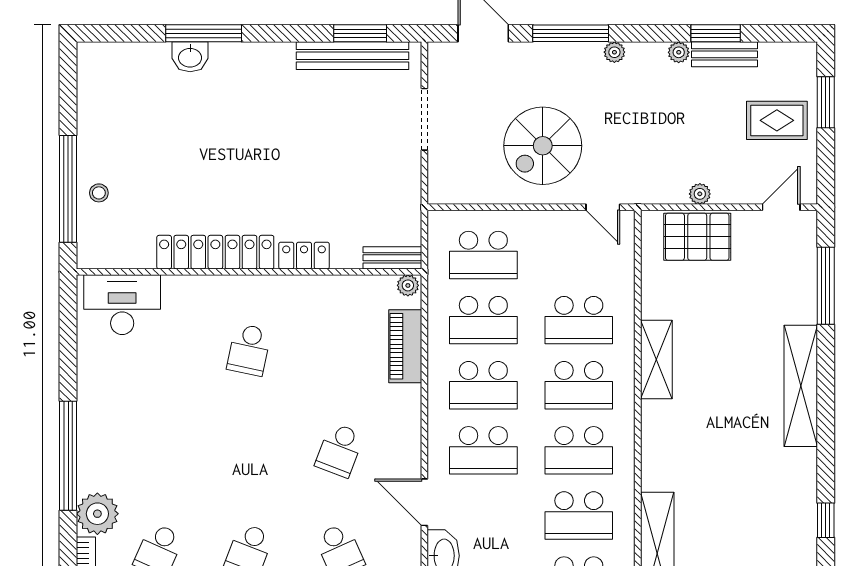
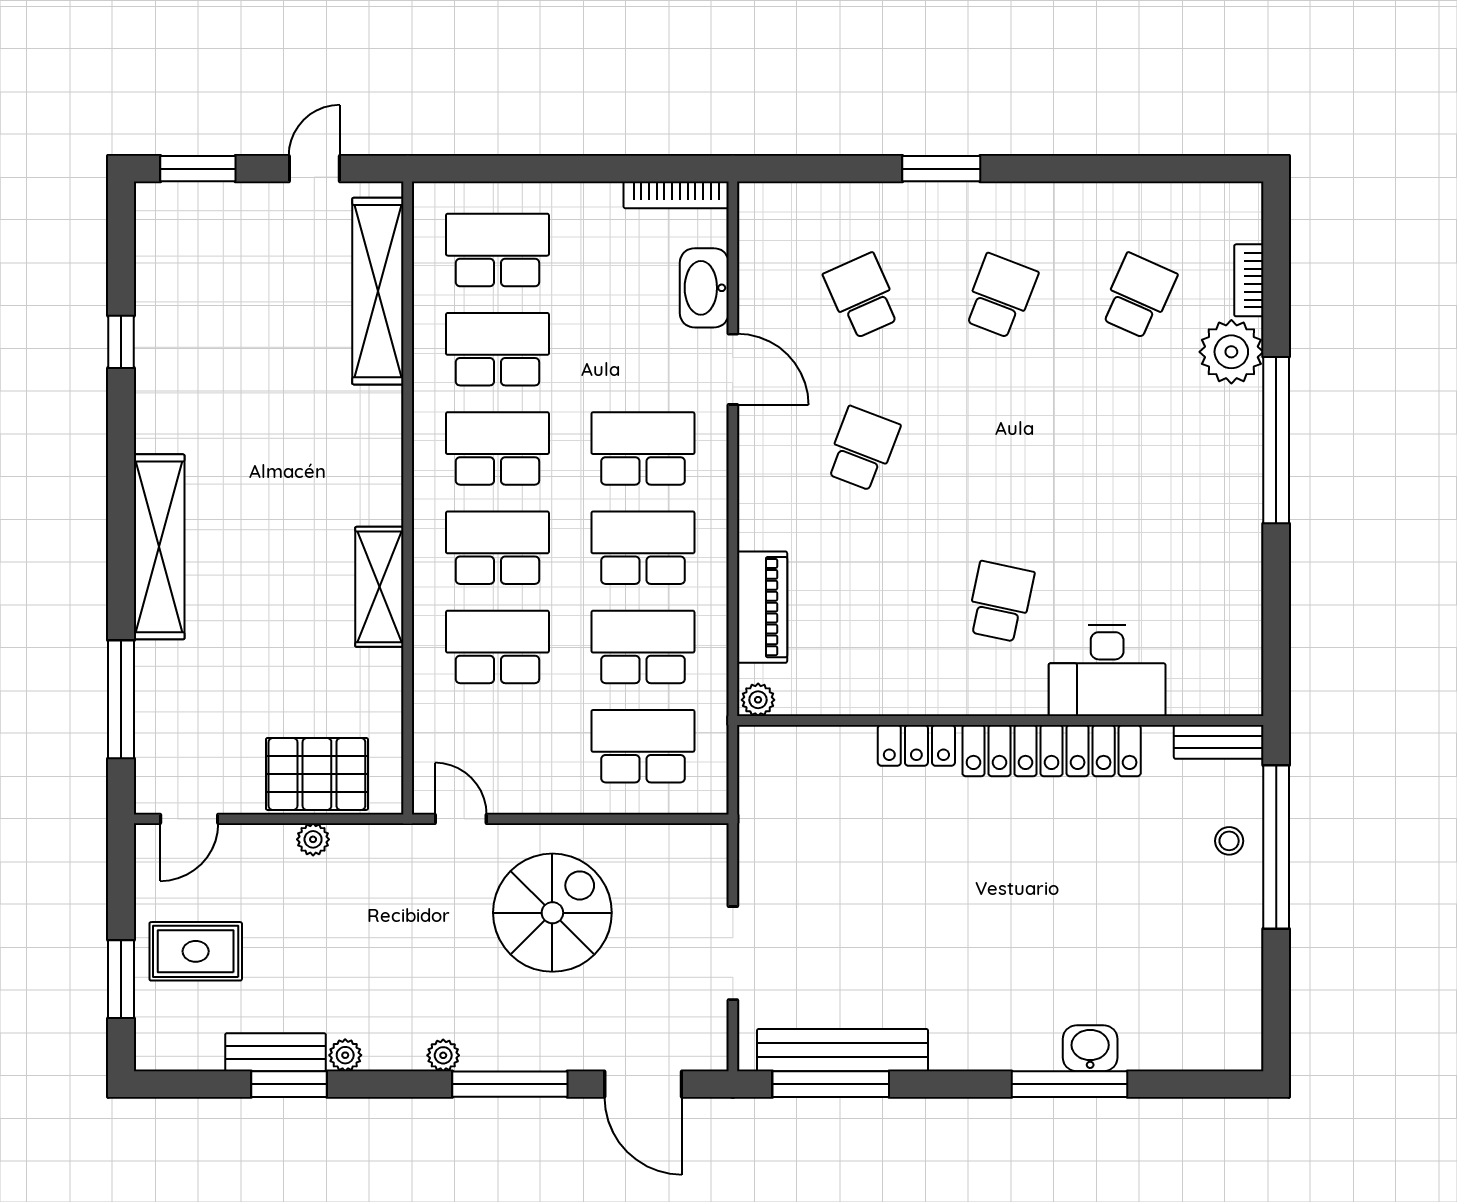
window: (360, 33) -> (831, 1084), width x1.44
bench: (392, 258) -> (1219, 742), moved
desk: (122, 305) -> (1107, 670), moved

